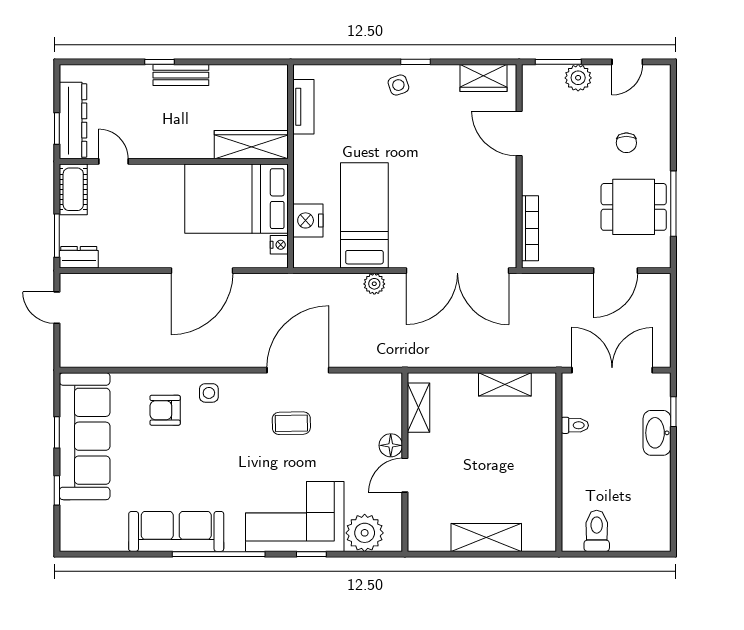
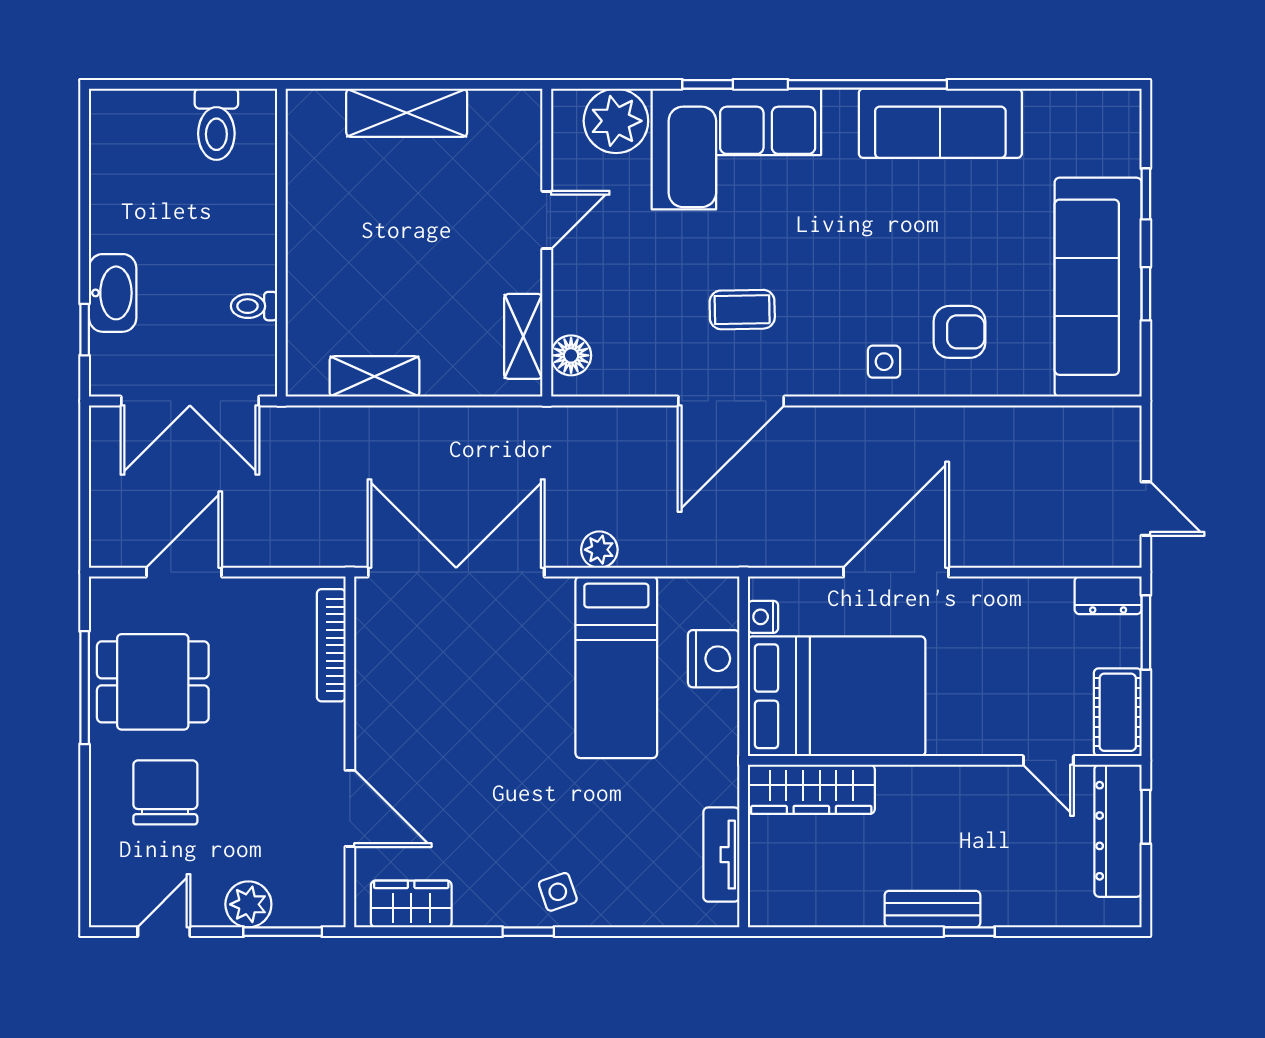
chair: (626, 143) -> (165, 792), width x1.87, depth x1.87
floor lamp: (391, 445) -> (571, 355), moved

